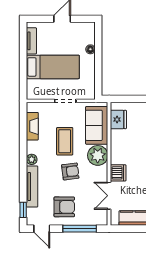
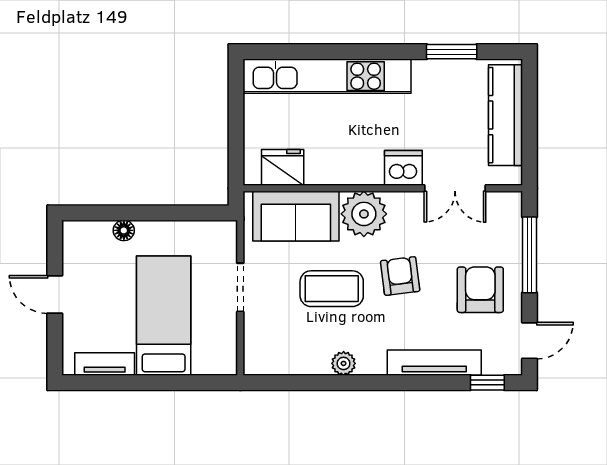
fireplace: (32, 126) -> (298, 362), removed
plant: (32, 159) -> (344, 363), moved

